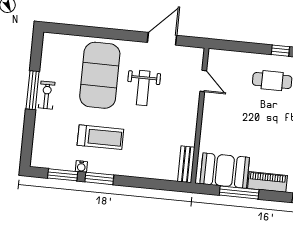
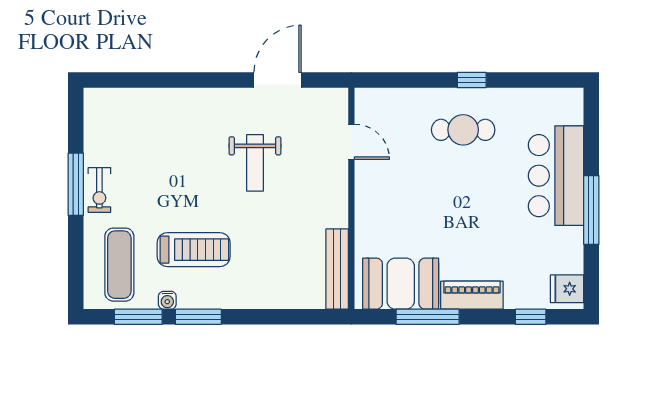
exercise mat: (100, 75) -> (119, 265), moved, width x0.50, depth x0.69
exercise bike: (47, 95) -> (99, 190), turned 180
bench: (186, 164) -> (337, 269), width x1.36

